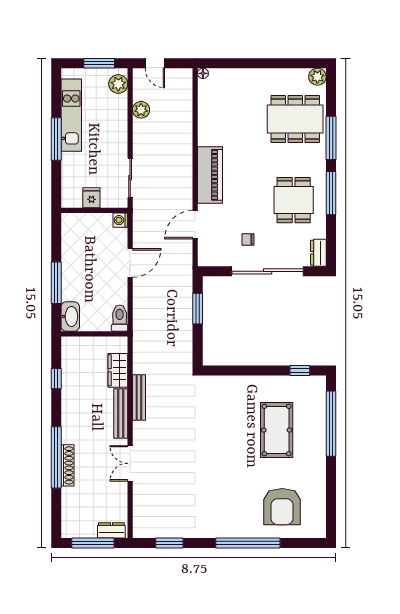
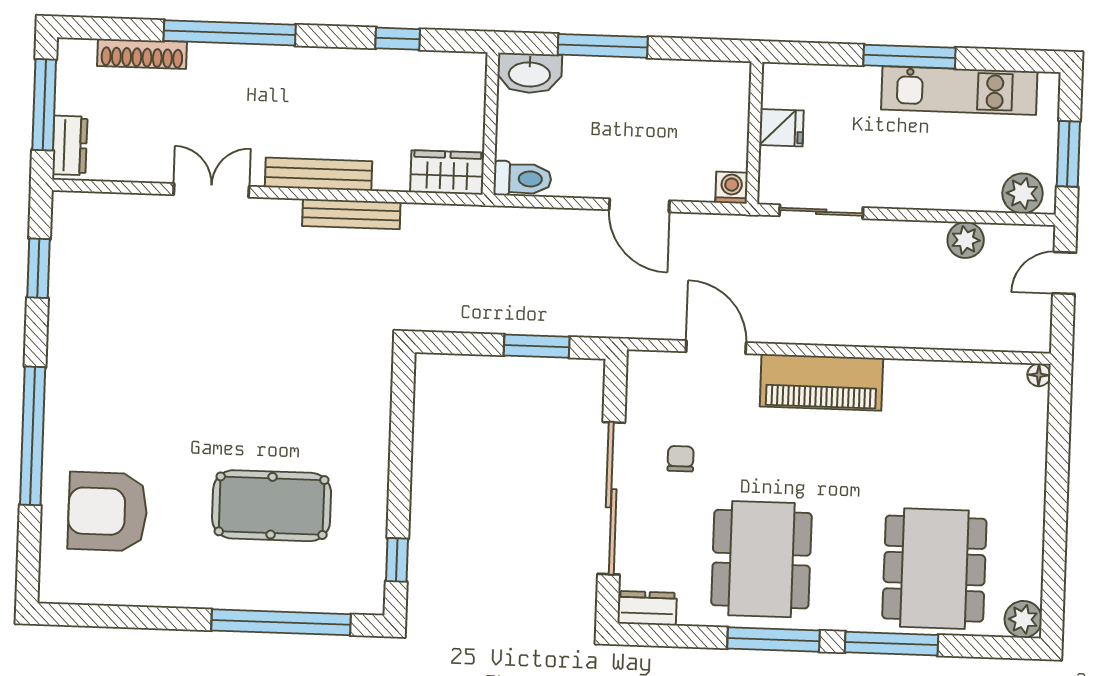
dining table: (294, 200) -> (761, 559), width x1.37
wardrobe: (118, 370) -> (447, 172), moved
shoe rack: (67, 465) -> (142, 54), moved

